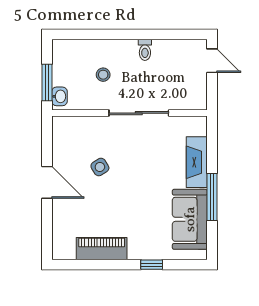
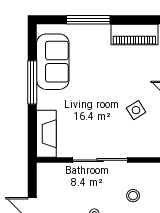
fireplace: (197, 162) -> (46, 134), moved
window: (152, 265) -> (88, 20), width x2.17

